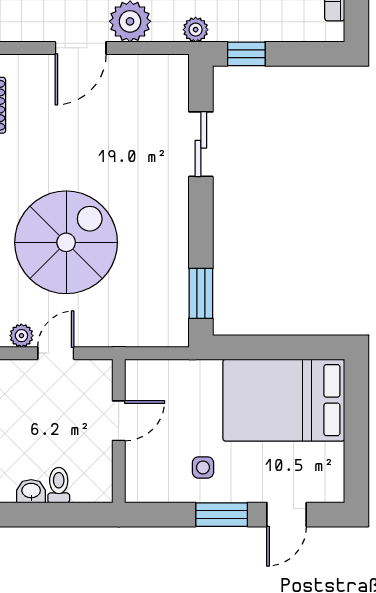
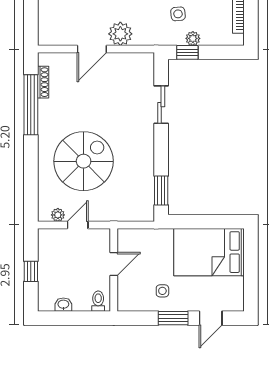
plant: (196, 30) -> (193, 38), moved
toilet: (59, 485) -> (98, 301), moved

